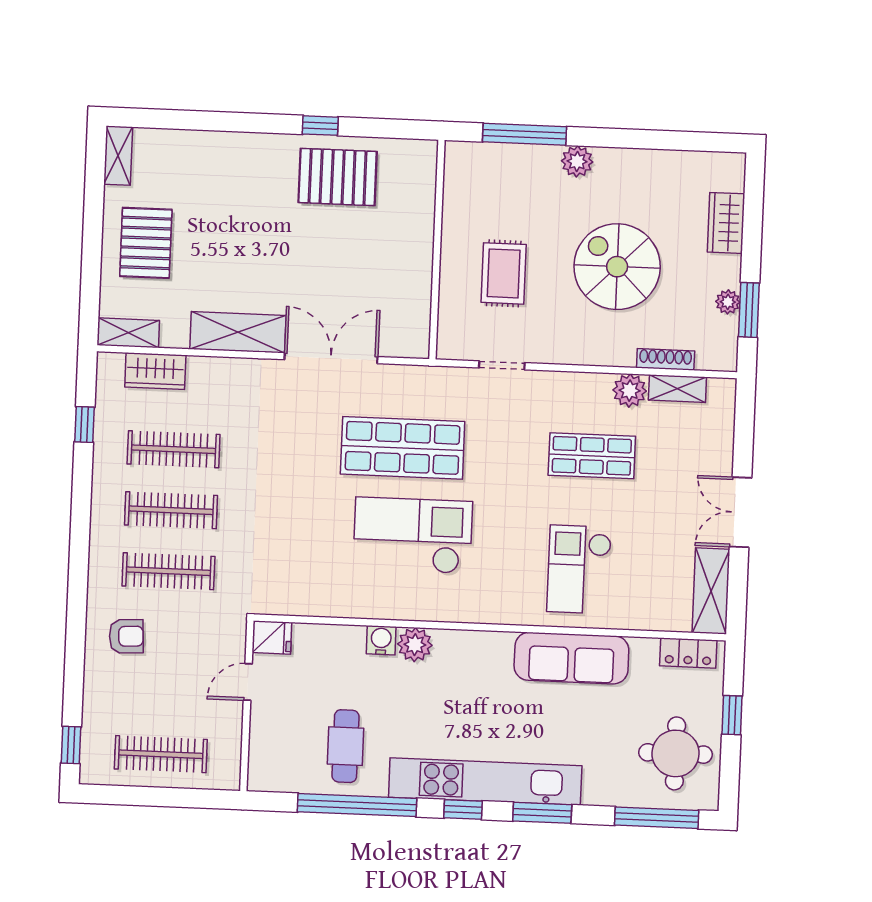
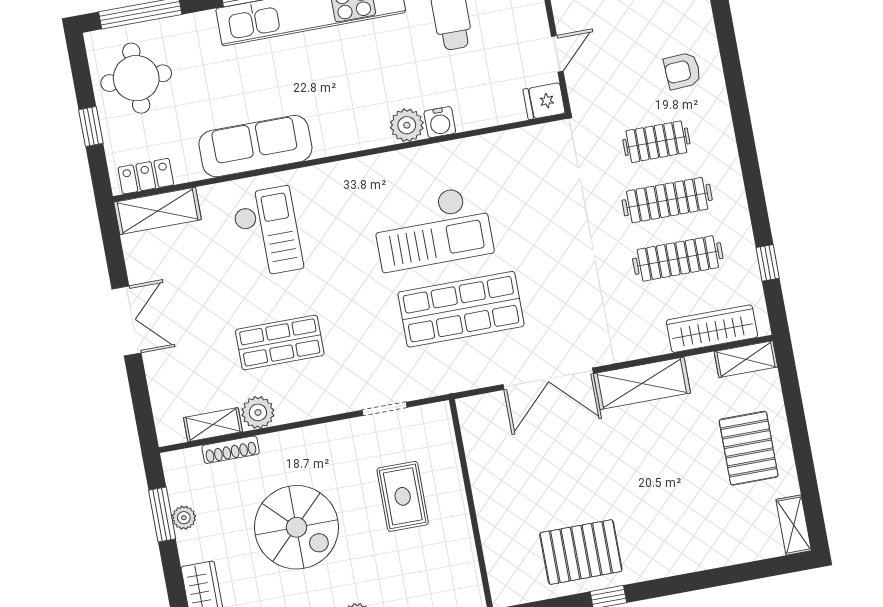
wardrobe: (155, 371) -> (712, 329), width x1.50
clothes rail: (168, 571) -> (656, 142), width x0.73
shelving: (711, 591) -> (158, 211), moved, turned 90

